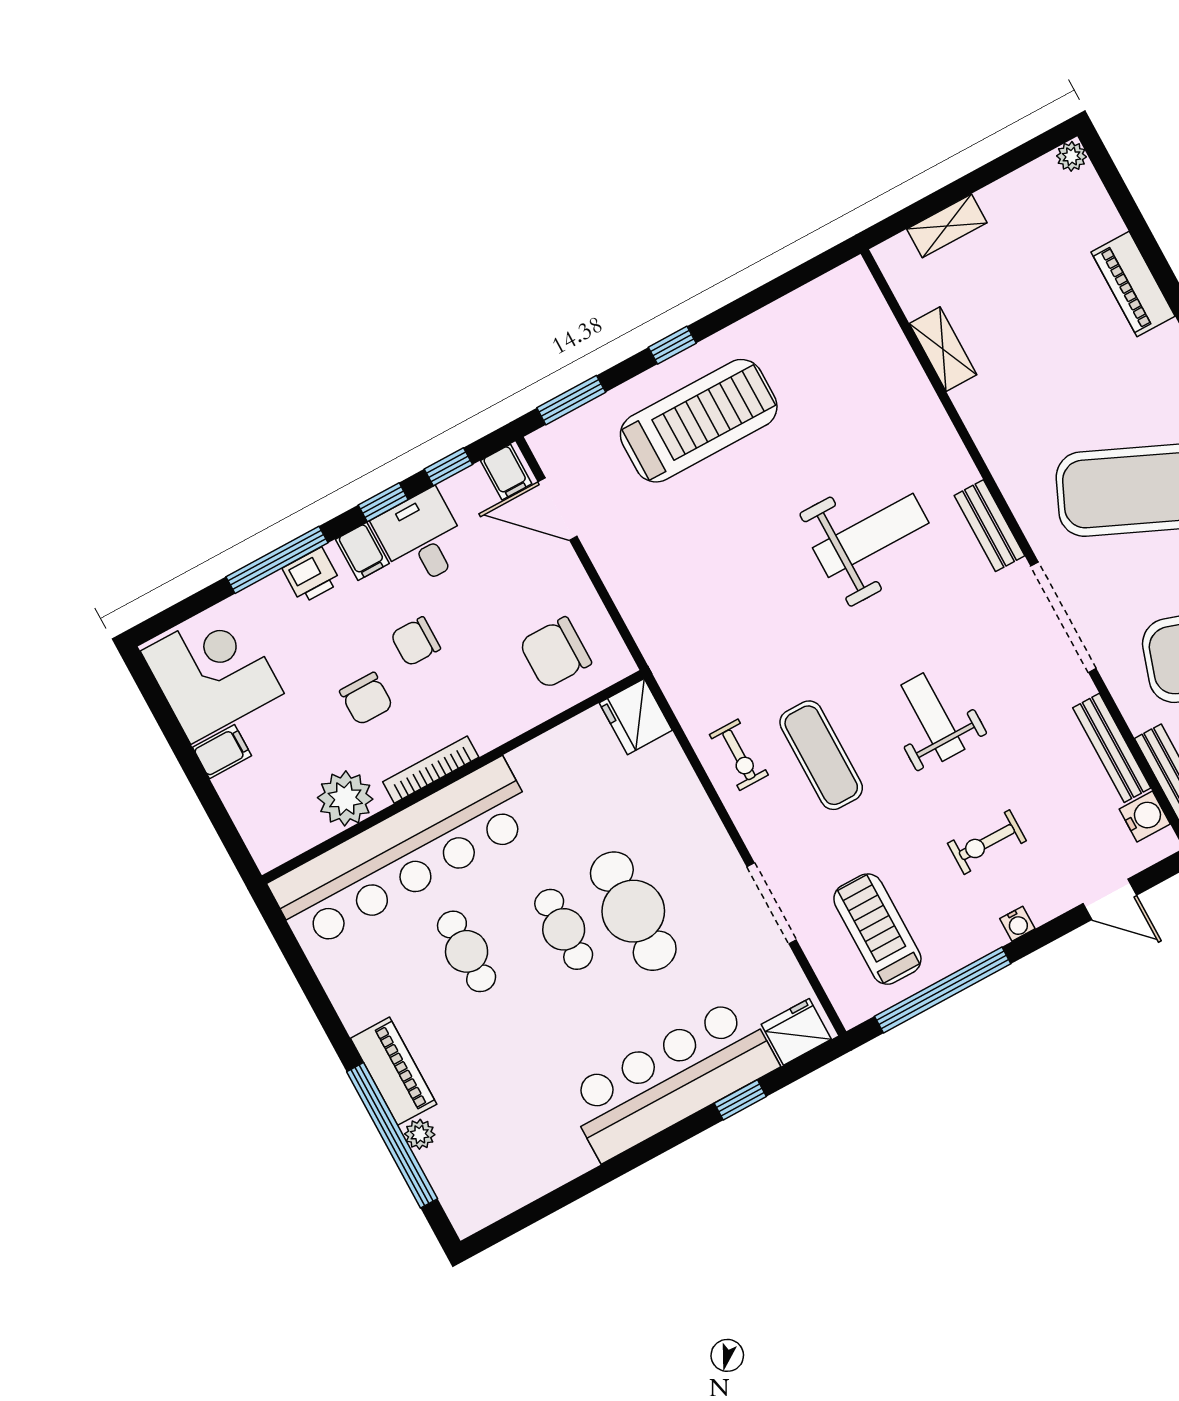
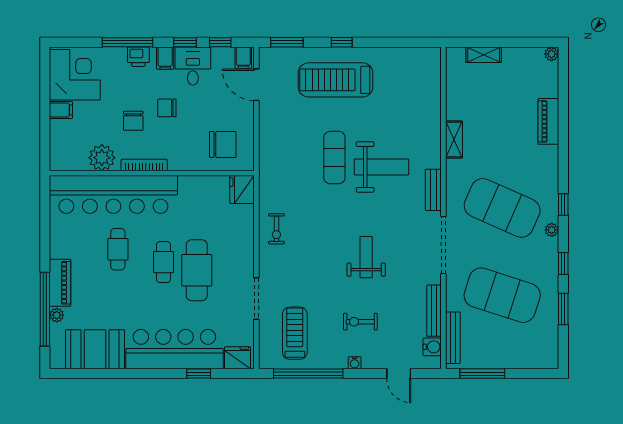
shelving: (943, 349) -> (454, 140), moved
treadmill: (699, 421) -> (336, 80), turned 180
chair: (555, 653) -> (223, 144), turned 180
exercise mat: (821, 755) -> (334, 158), moved
booth: (525, 1159) -> (95, 349), added

